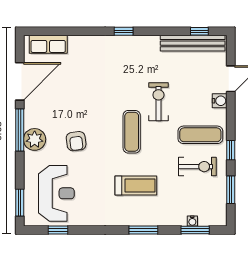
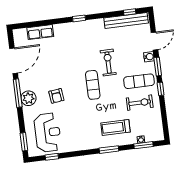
row of seats: (48, 44) -> (40, 32), moved
treadmill: (136, 186) -> (116, 127), moved, turned 180
window: (231, 190) -> (158, 67), moved

